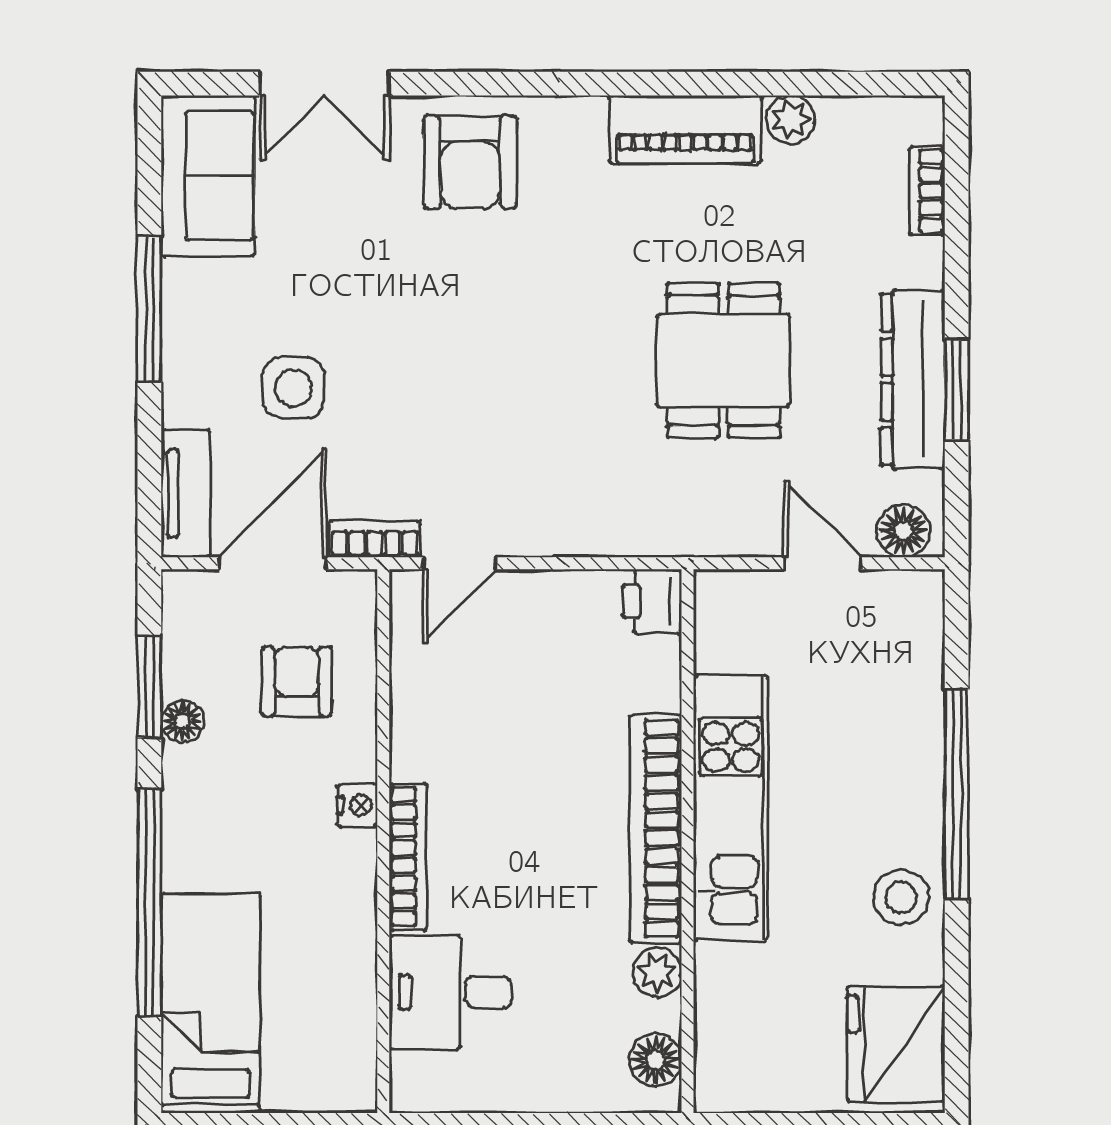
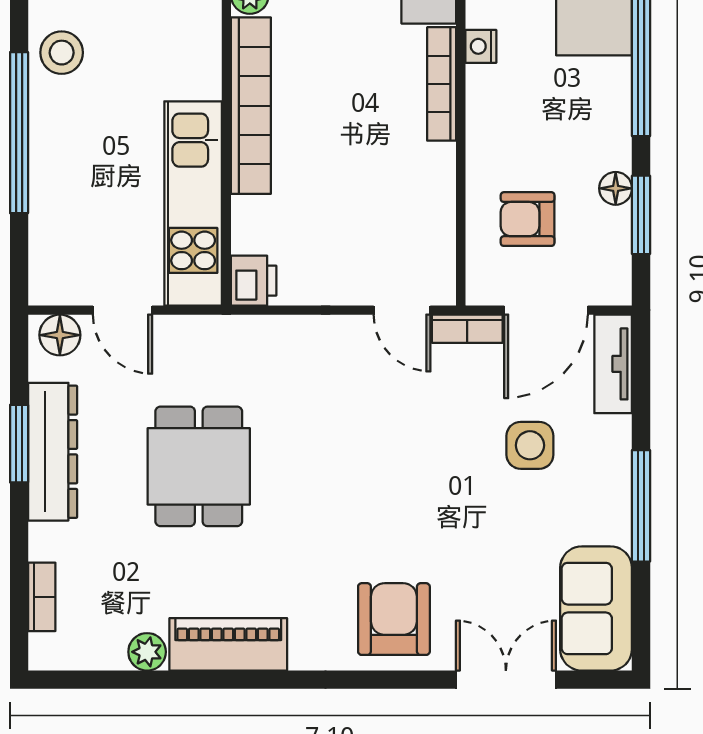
door: (460, 563) -> (402, 310), swing flipped
armchair: (297, 681) -> (528, 219), turned 90
nightstand: (357, 805) -> (481, 46), moved
kitchen unit: (731, 808) -> (193, 203), moved

